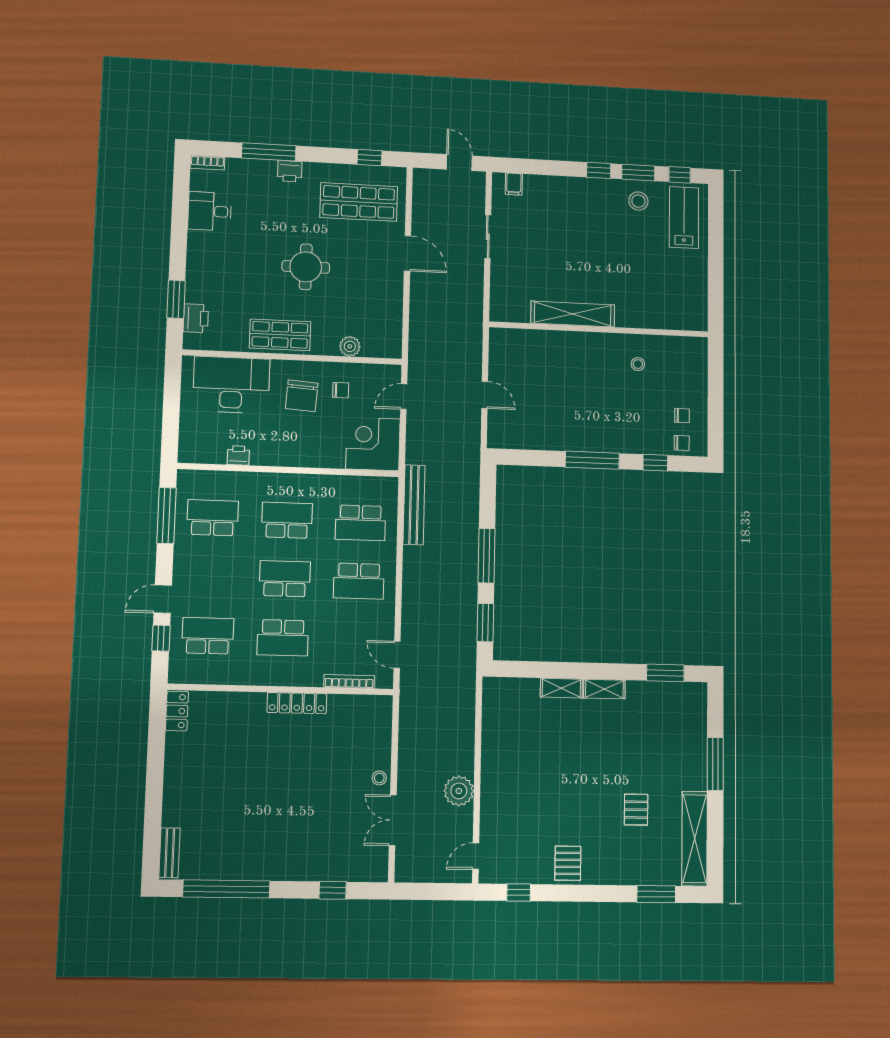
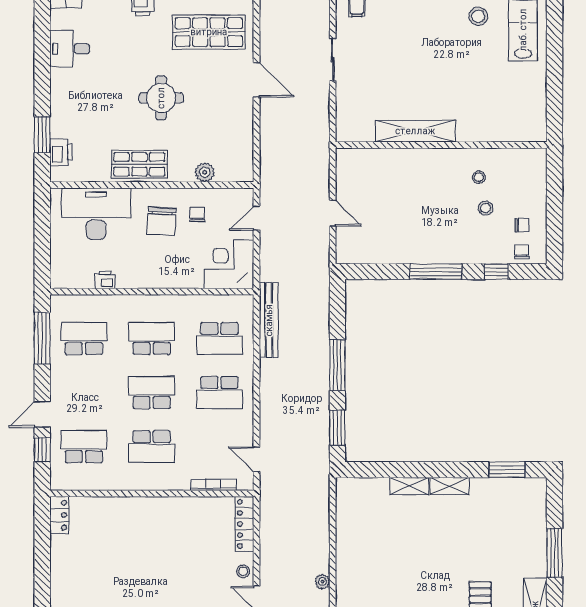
chair: (341, 390) -> (197, 214), turned -90
stool: (644, 396) -> (486, 208), added
chair: (682, 443) -> (522, 252), turned -90
locker: (297, 703) -> (244, 524), moved, turned 90
plant: (459, 791) -> (322, 582), width x0.53, depth x0.53

